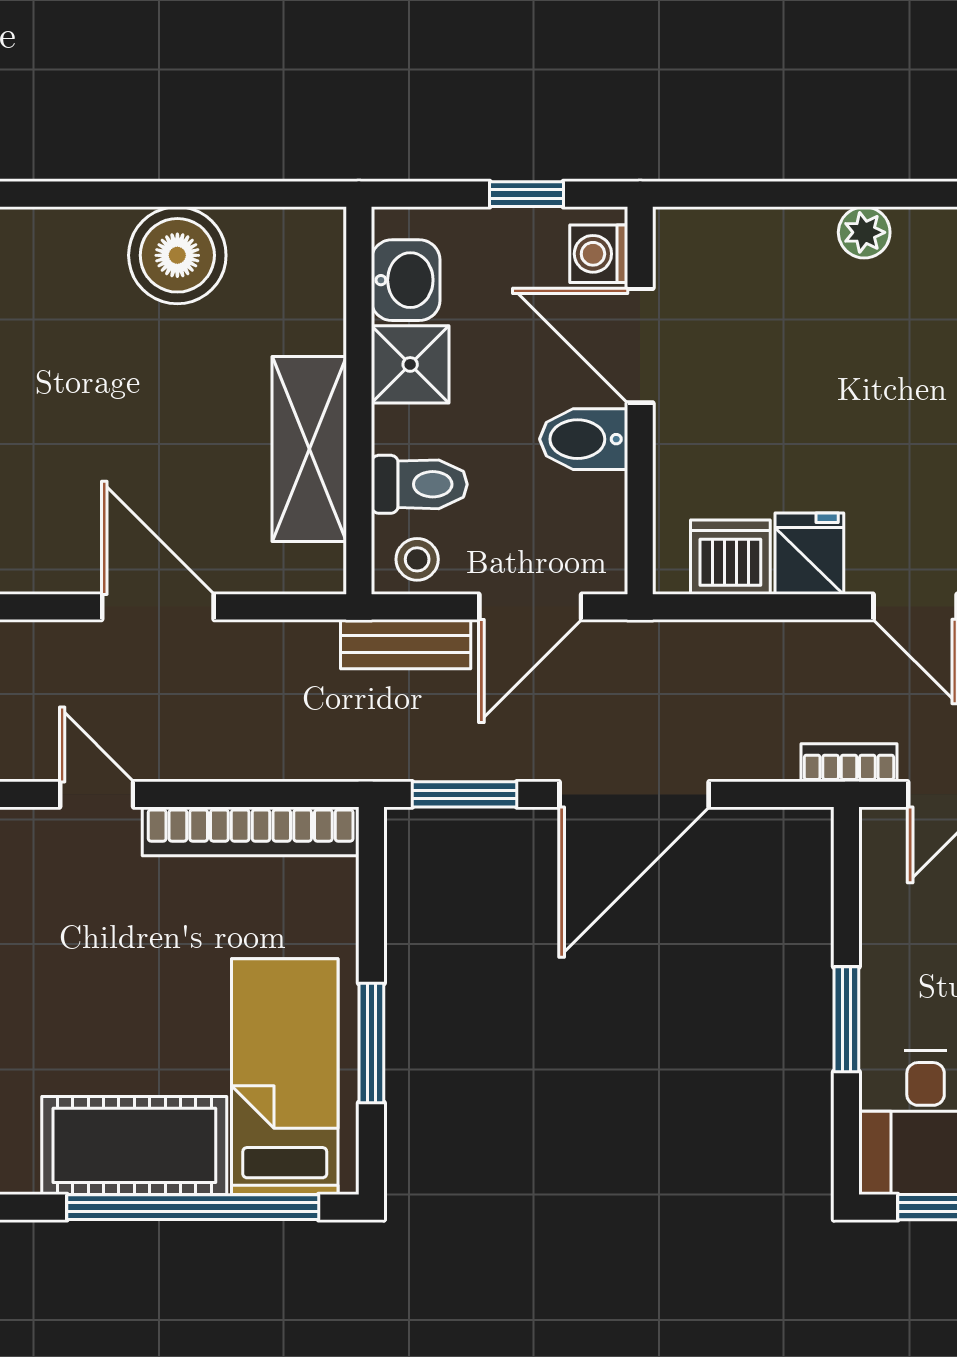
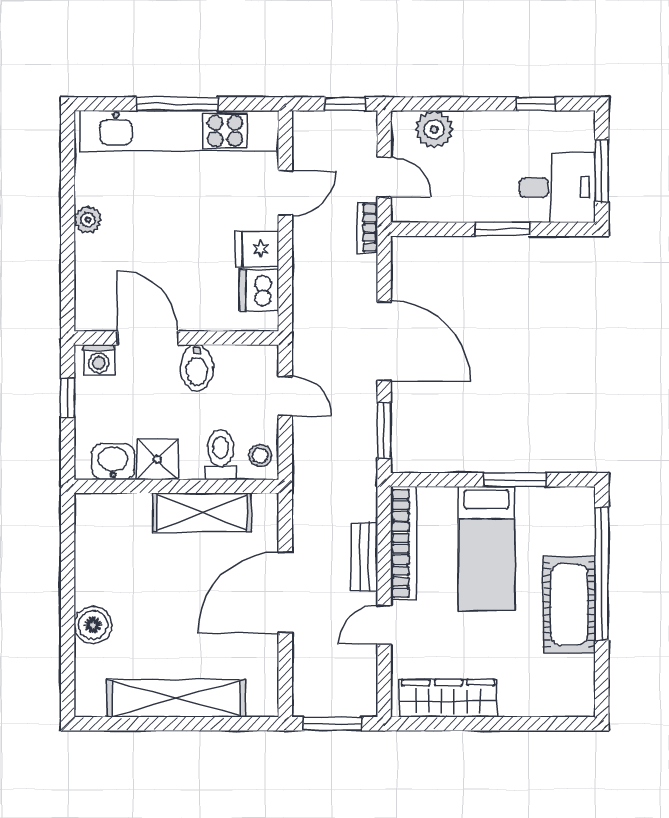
boiler: (177, 255) -> (93, 625), moved, width x0.73, depth x0.73
door: (640, 346) -> (147, 338), swing flipped
door: (158, 607) -> (285, 592), width x1.36
door: (530, 607) -> (285, 396), width x0.73
bench: (406, 644) -> (364, 557), moved
bed: (285, 1077) -> (487, 549), moved, turned -90

